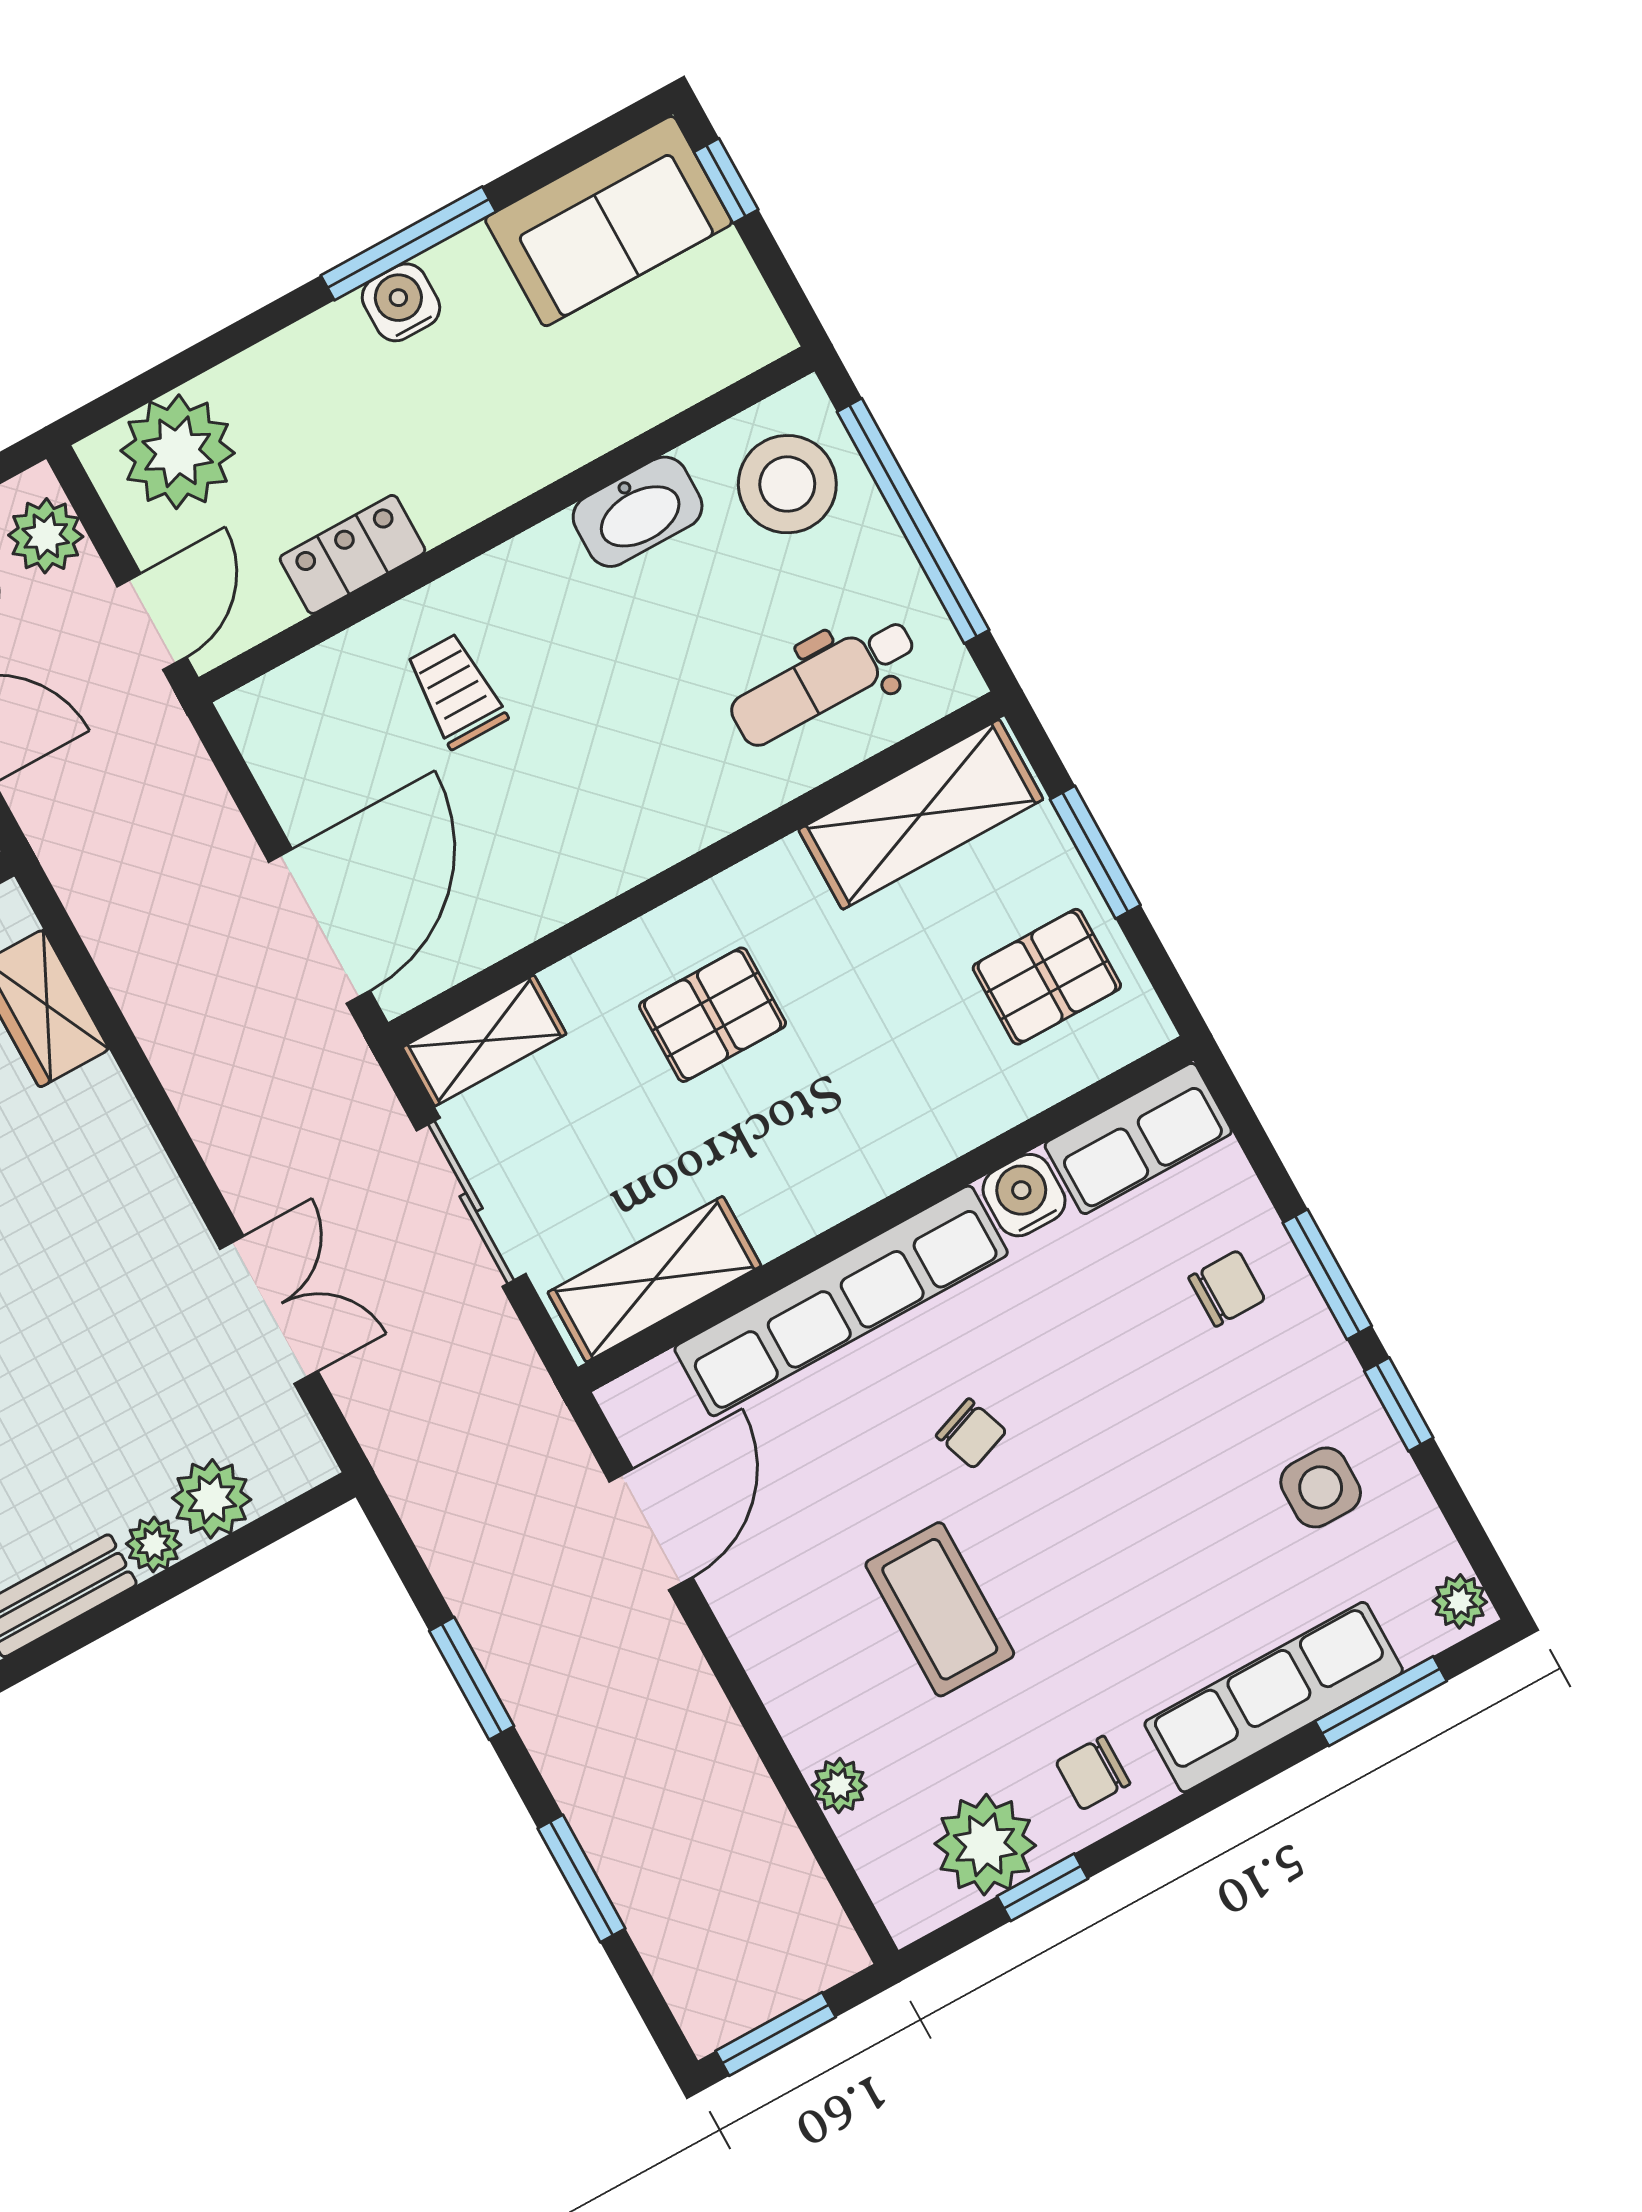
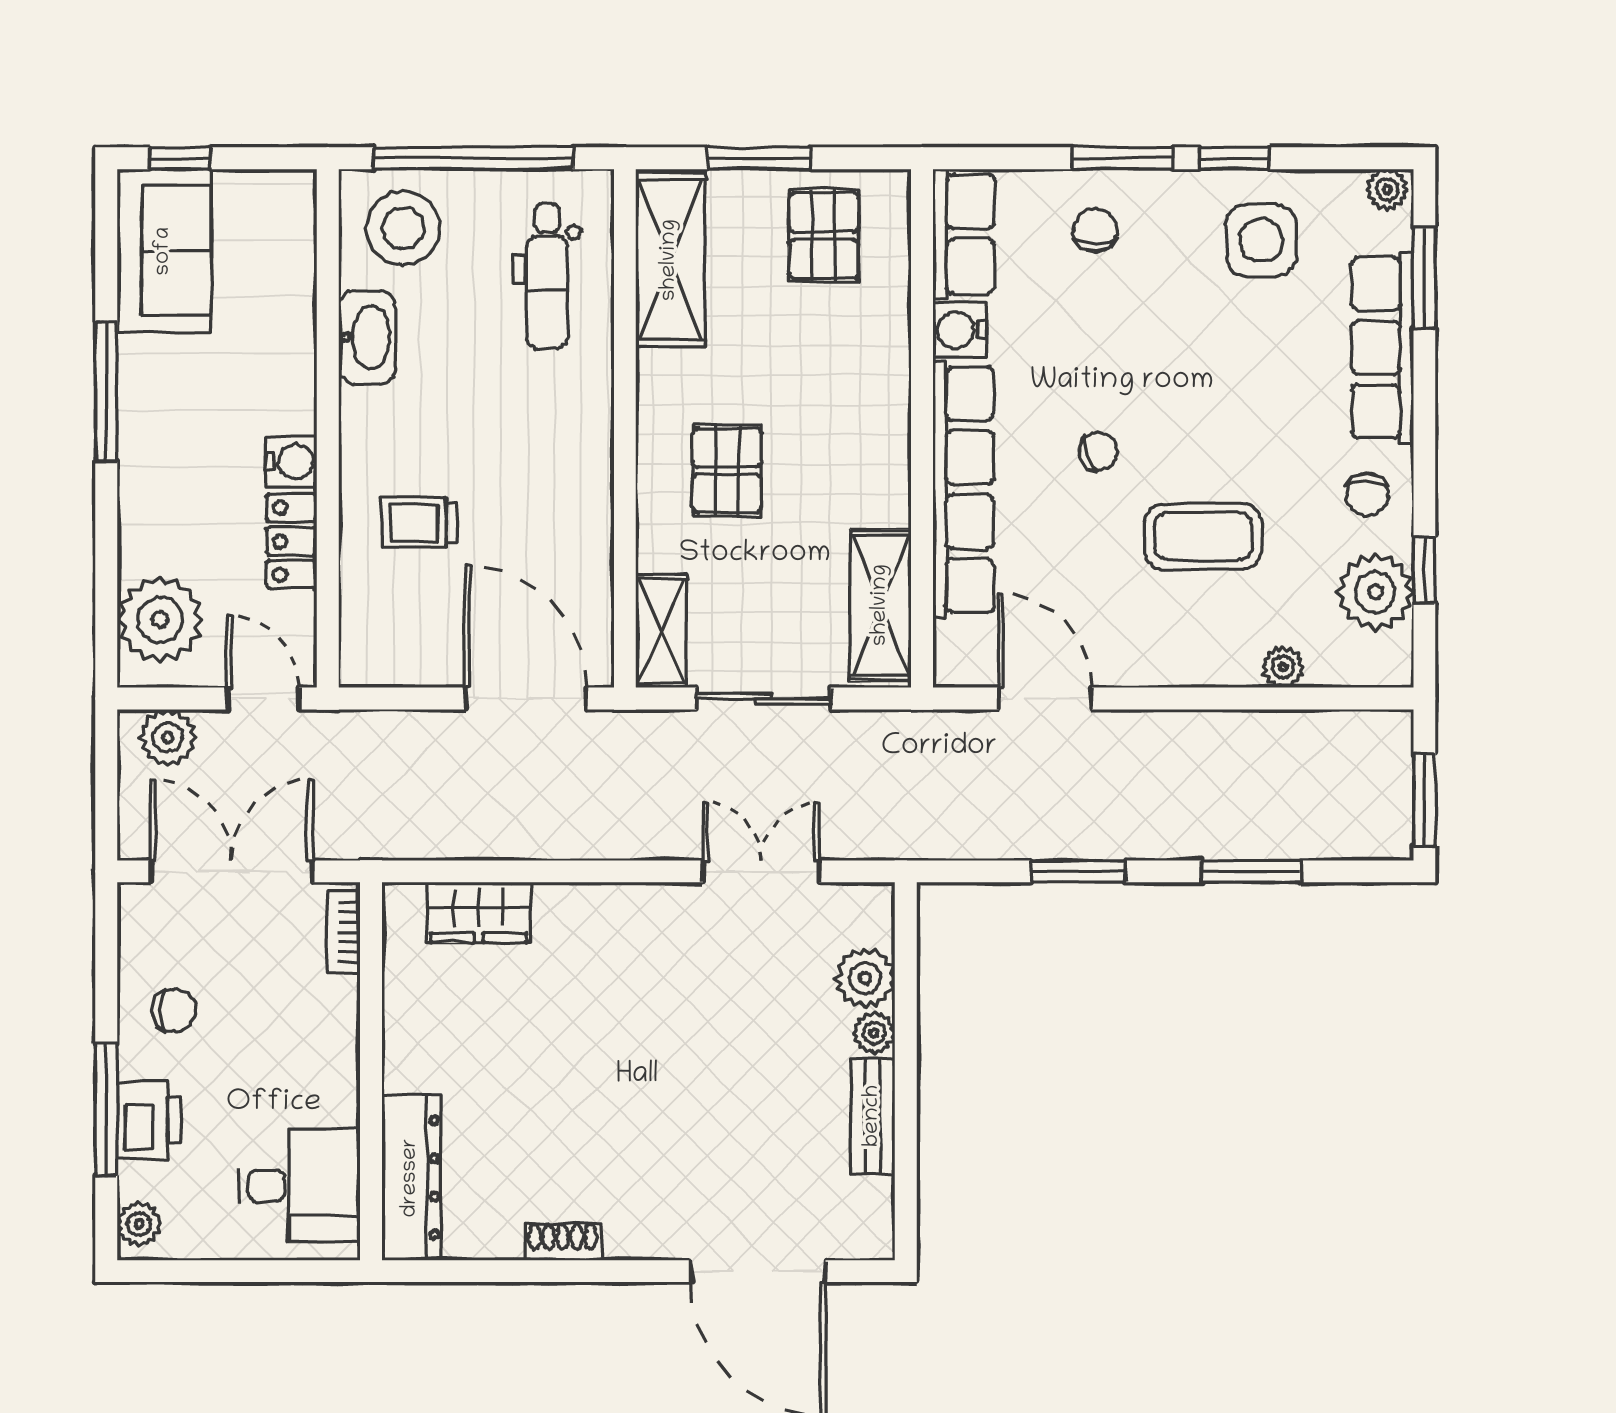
water cooler: (401, 302) -> (291, 461), moved, turned 180
side table: (1321, 1487) -> (1261, 240), width x1.37, depth x1.37

